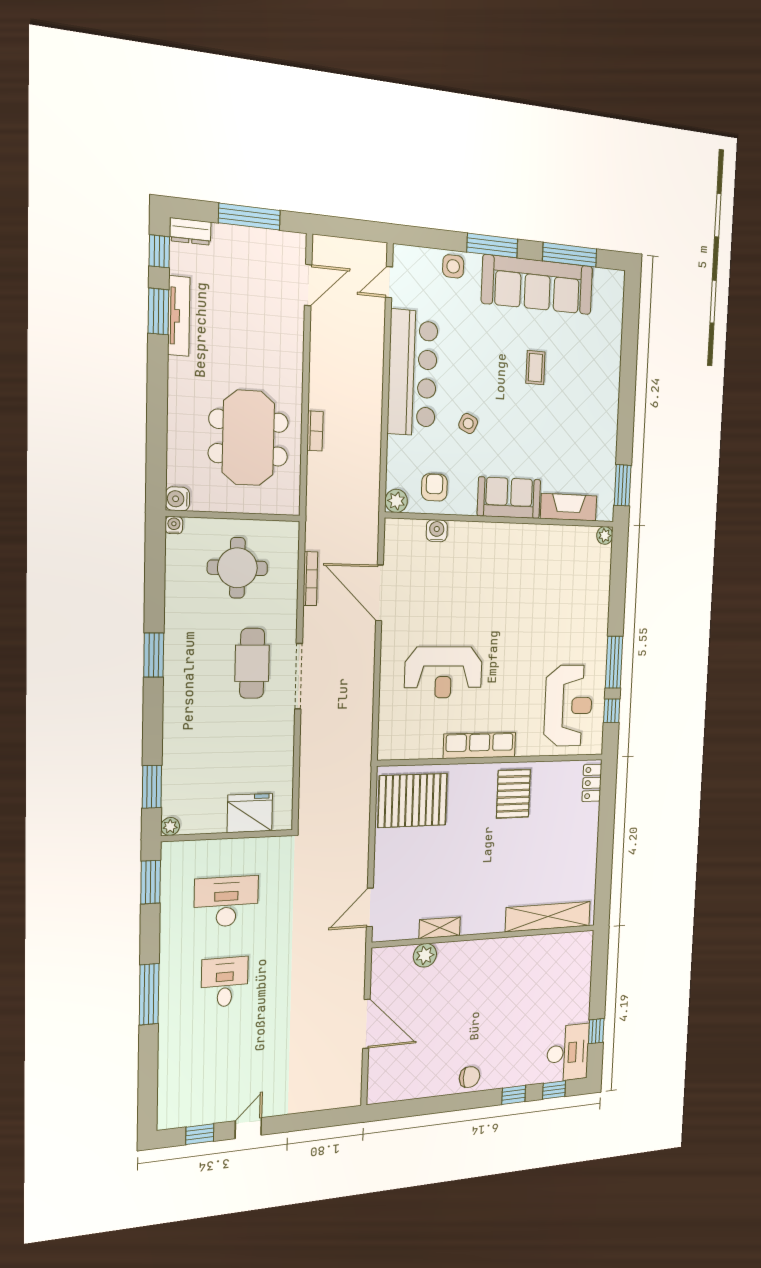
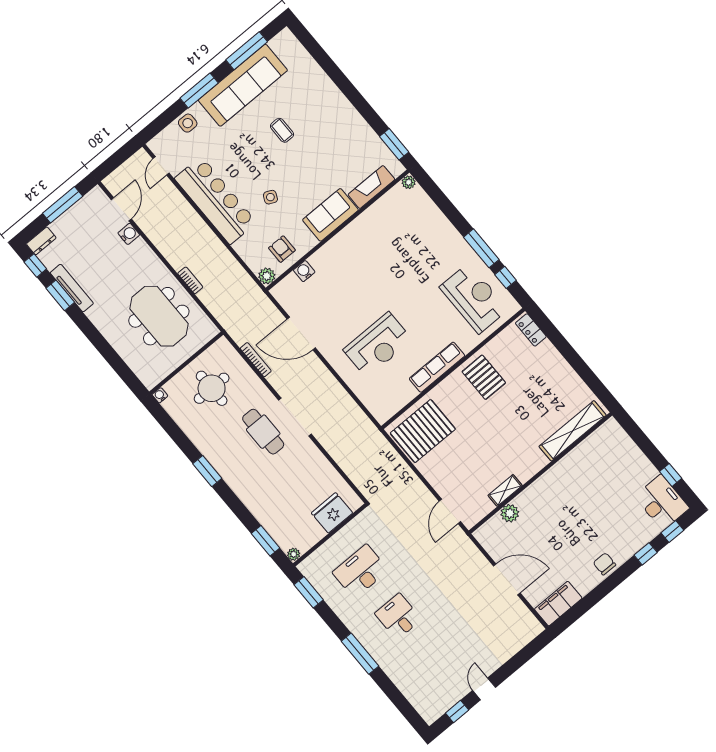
water cooler: (178, 499) -> (129, 234), moved, turned 180
chair: (469, 1077) -> (604, 564), turned -90
filing cabinet: (395, 1087) -> (558, 604), added

